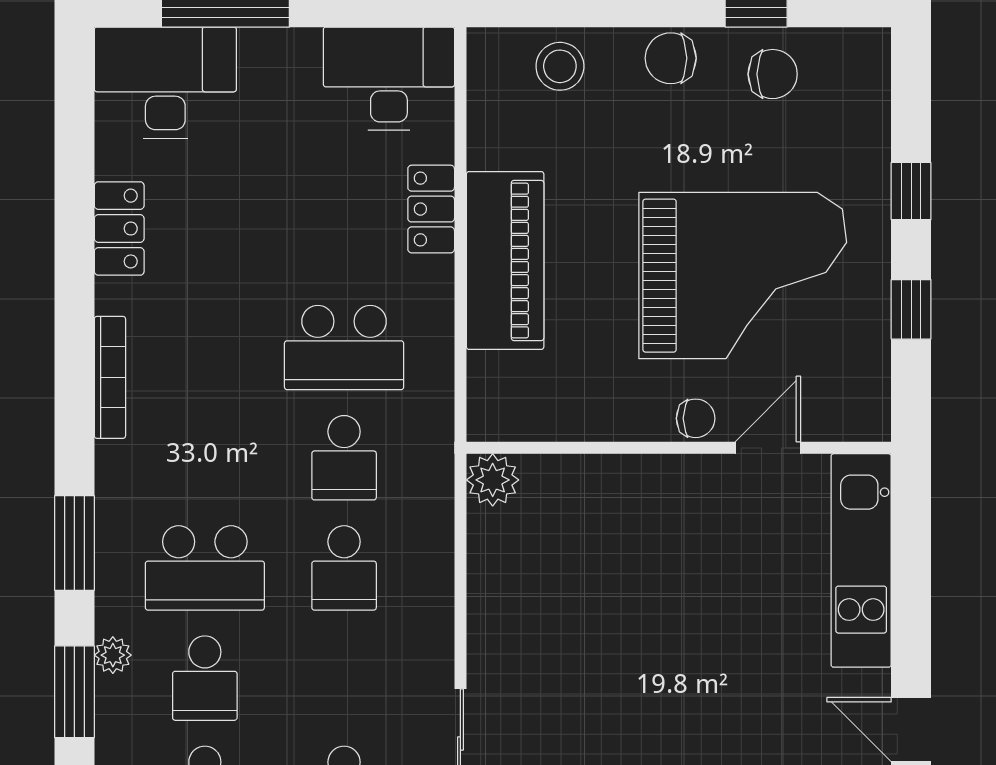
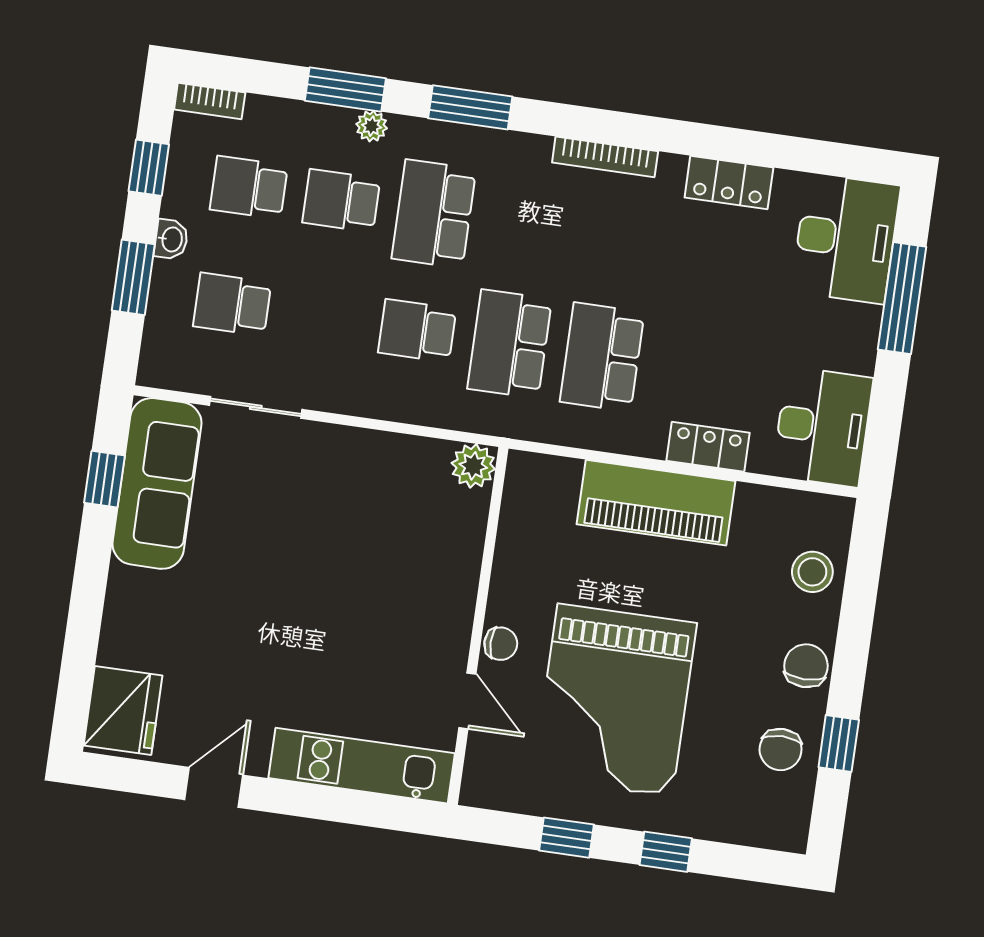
chair: (696, 418) -> (501, 644), turned -90
school desk: (344, 458) -> (510, 344), width x1.85

